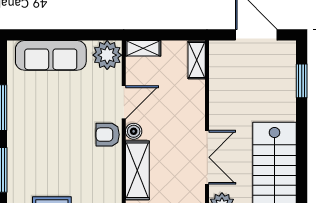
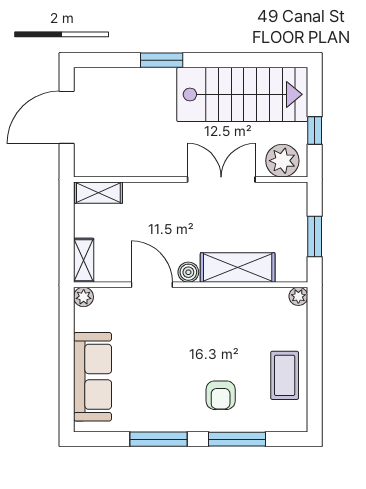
plant: (107, 55) -> (84, 297), width x0.53, depth x0.53
window: (302, 81) -> (162, 60), moved
armchair: (108, 135) -> (221, 395), moved

